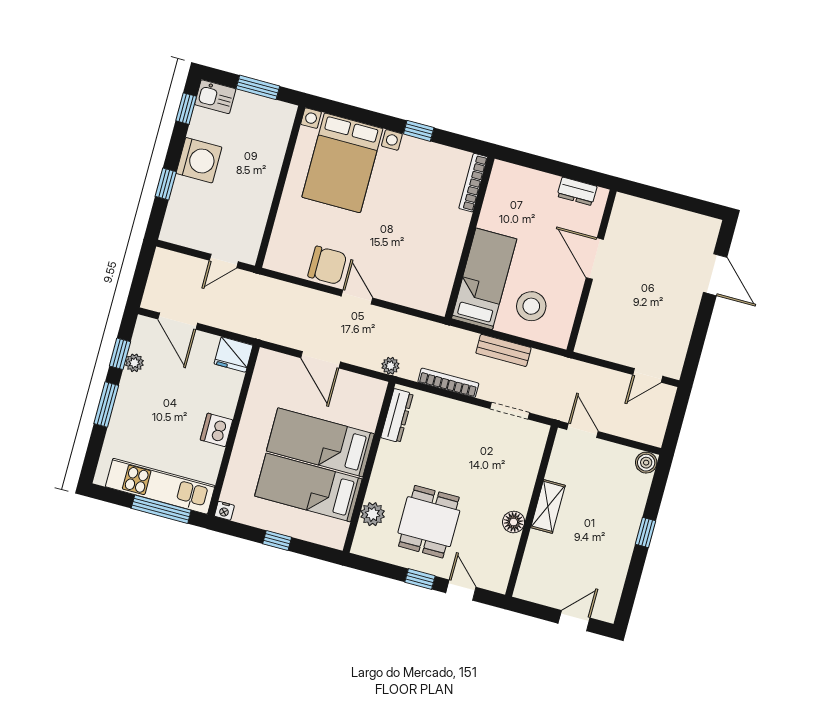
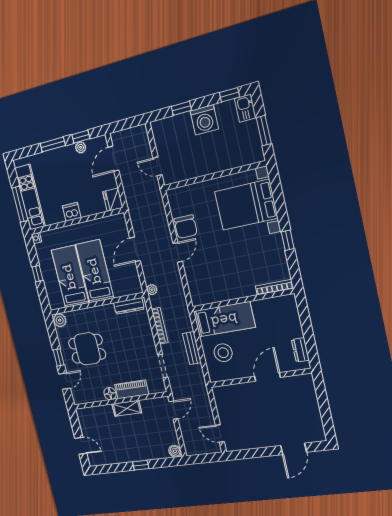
piano: (523, 482) -> (132, 389), added
plant: (373, 514) -> (60, 320), moved

